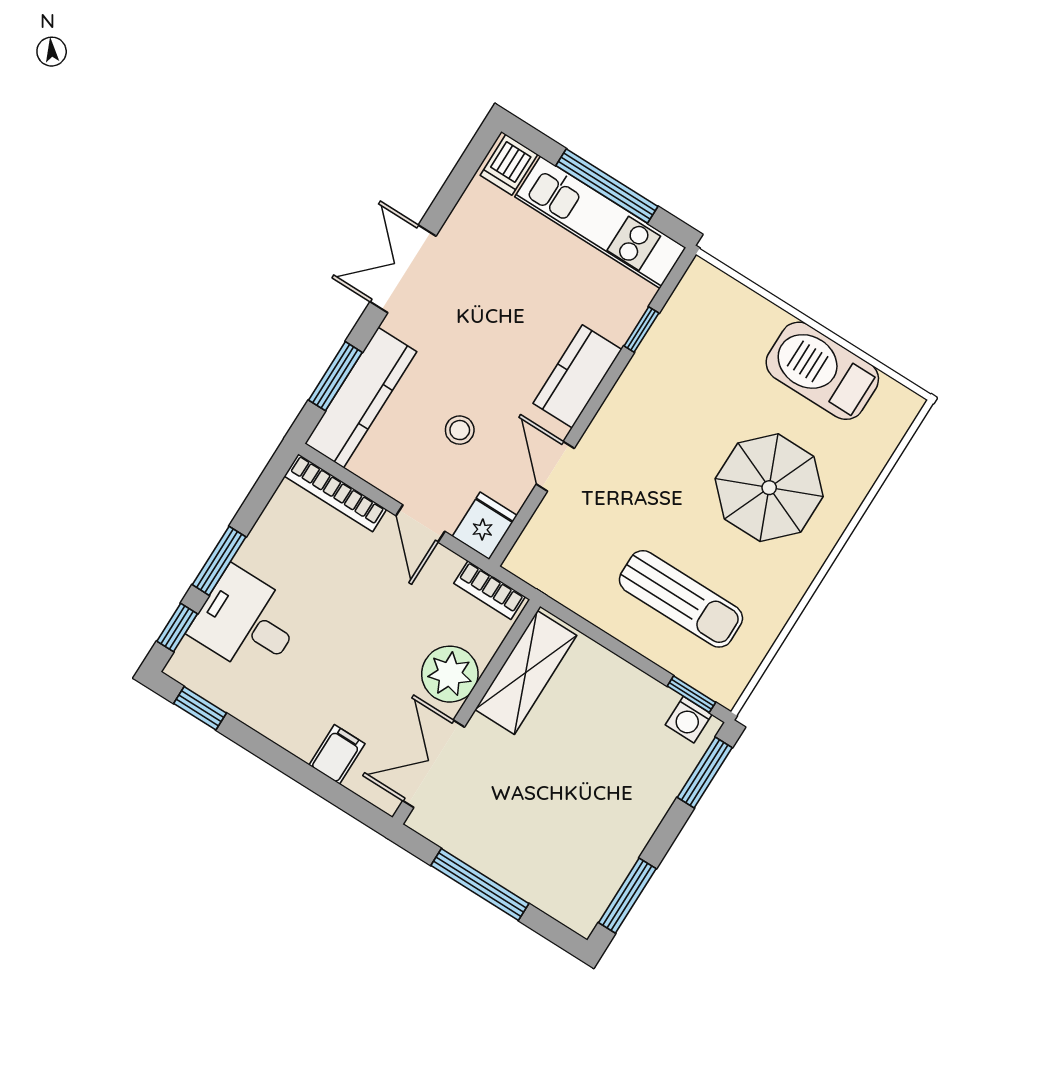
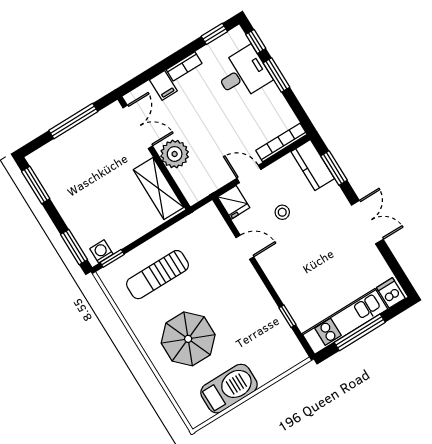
kitchen counter: (577, 376) -> (280, 277), removed
kitchen counter: (361, 398) -> (313, 165), width x0.67
bookcase: (490, 590) -> (184, 66), moved, turned 180

